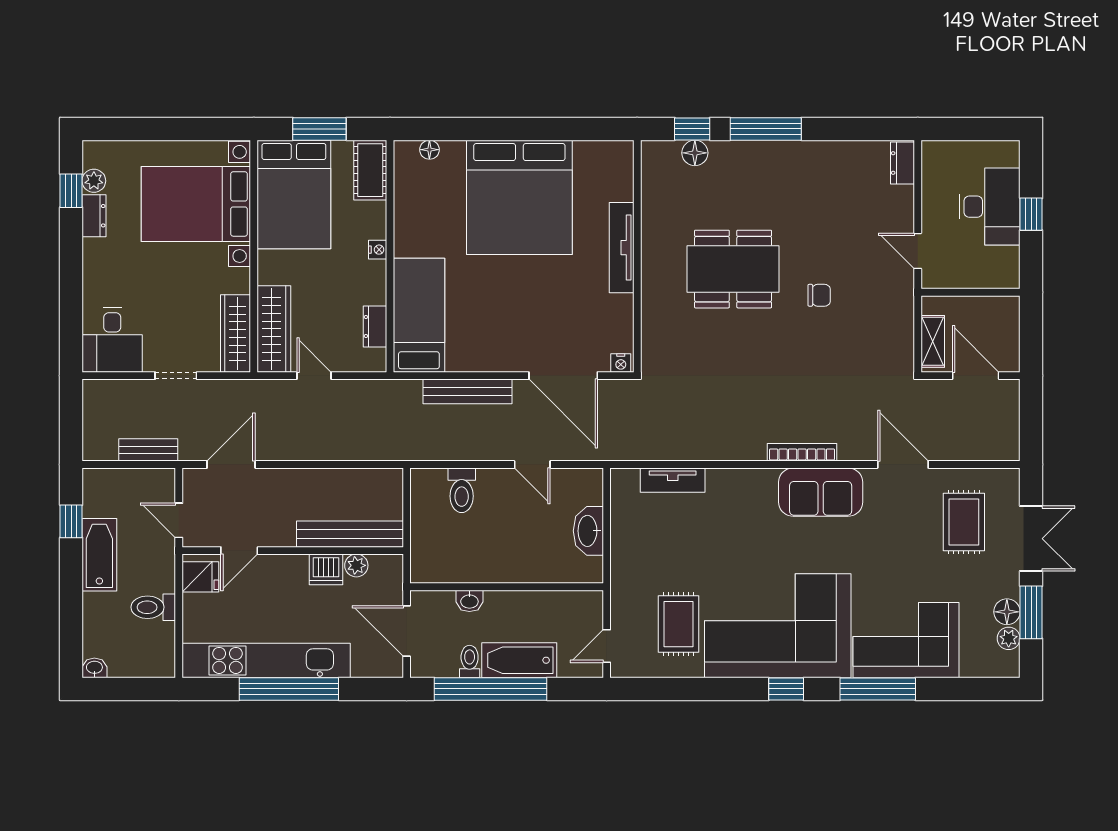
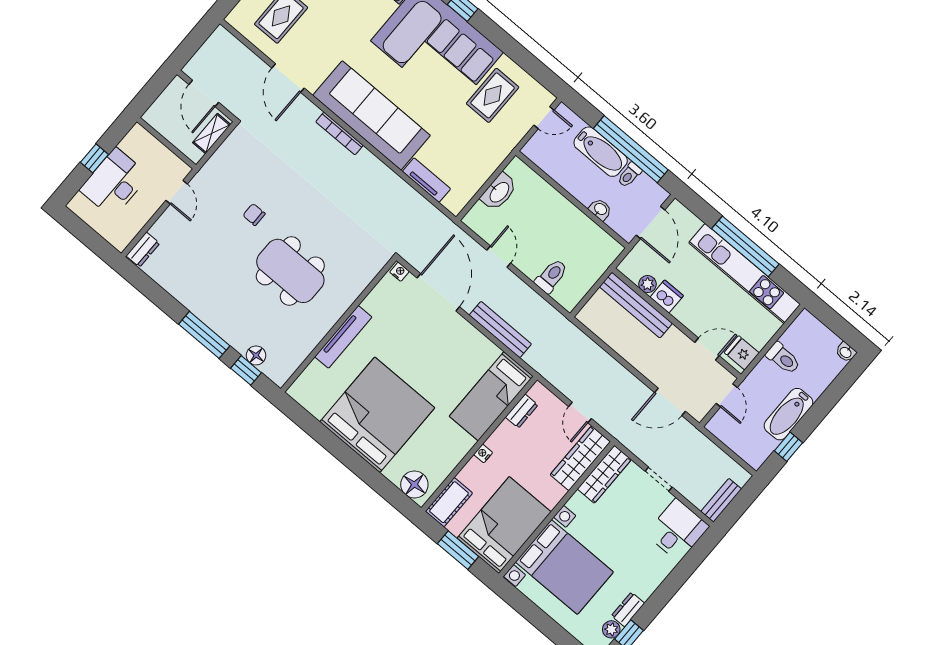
floor lamp: (429, 150) -> (414, 484), width x1.89, depth x1.89
bench: (148, 450) -> (721, 500), moved, turned 90
sofa: (821, 492) -> (372, 115), width x1.85, depth x1.27

